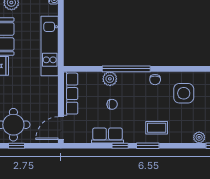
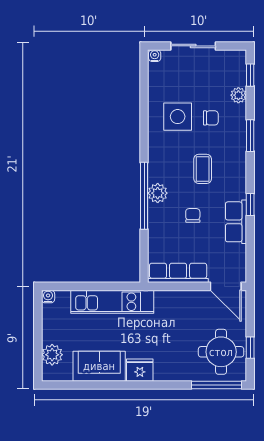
plant: (110, 79) -> (158, 193), moved
chair: (155, 80) -> (211, 118), moved
coffee table: (157, 128) -> (203, 169), moved
window: (148, 146) -> (250, 136), moved

